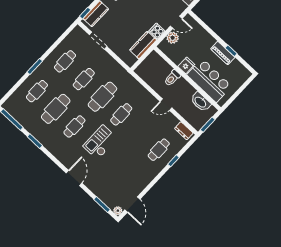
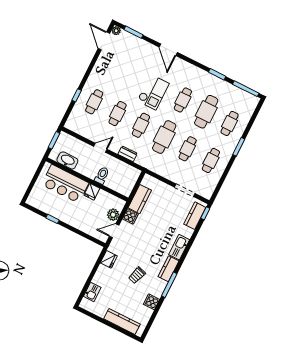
piano: (223, 53) -> (60, 214), removed
dresser: (184, 131) -> (128, 154), moved
cafe table: (140, 132) -> (118, 114), added

